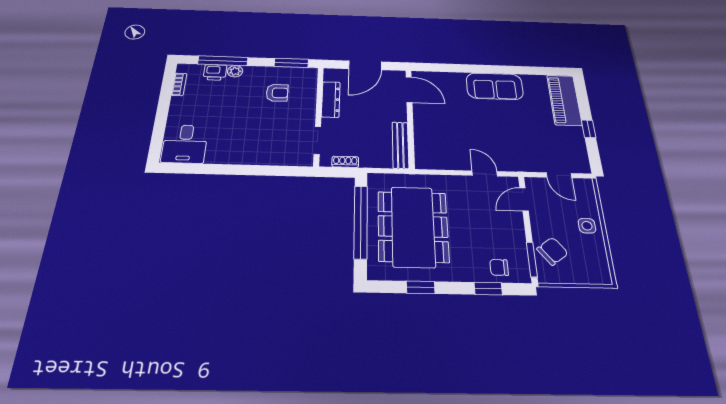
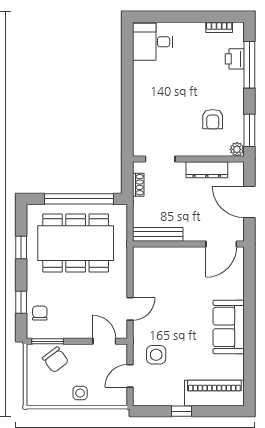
plant: (235, 71) -> (237, 149), moved
side table: (532, 150) -> (156, 355), added

